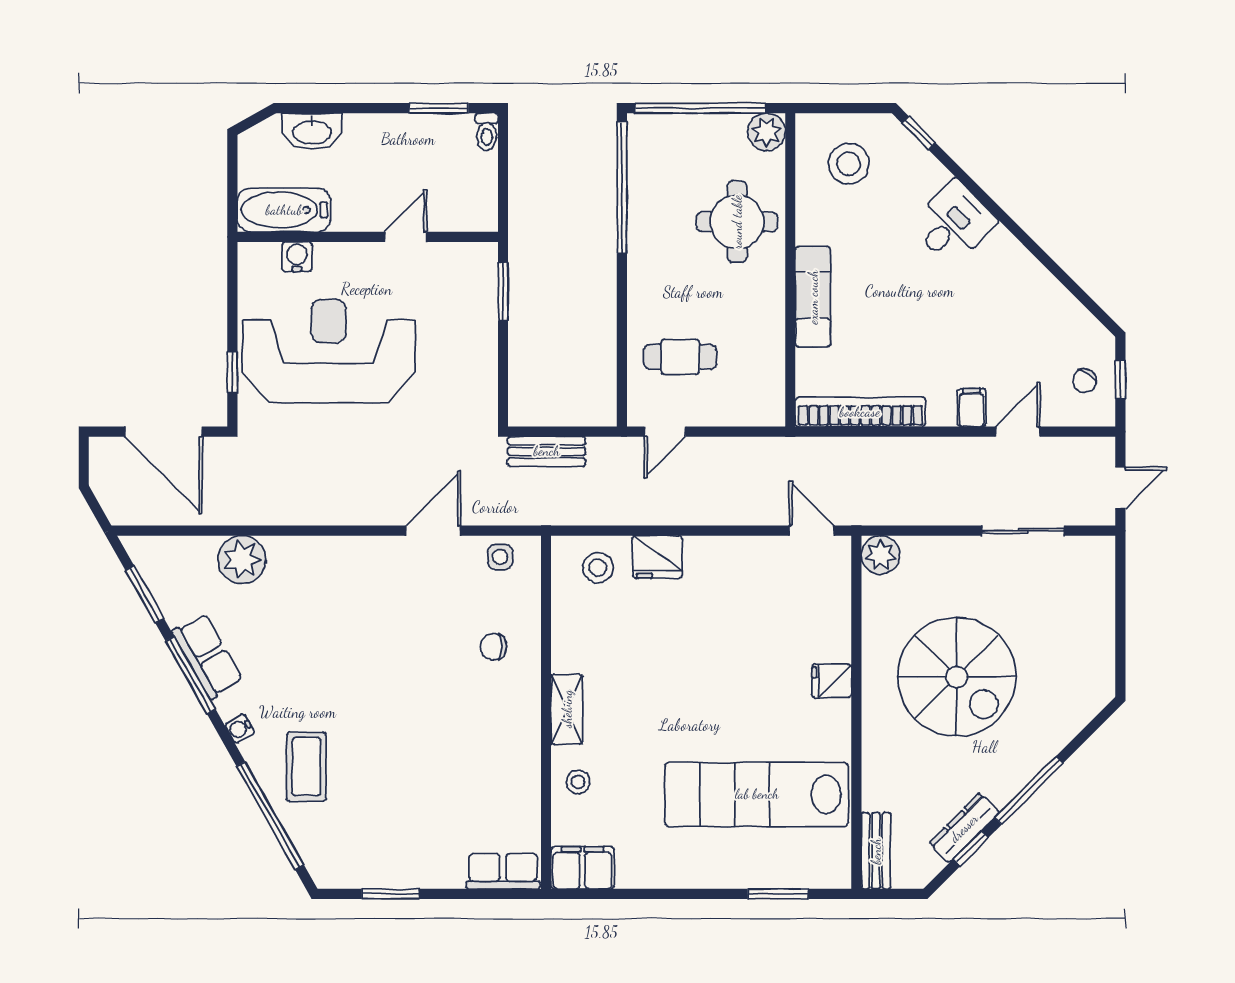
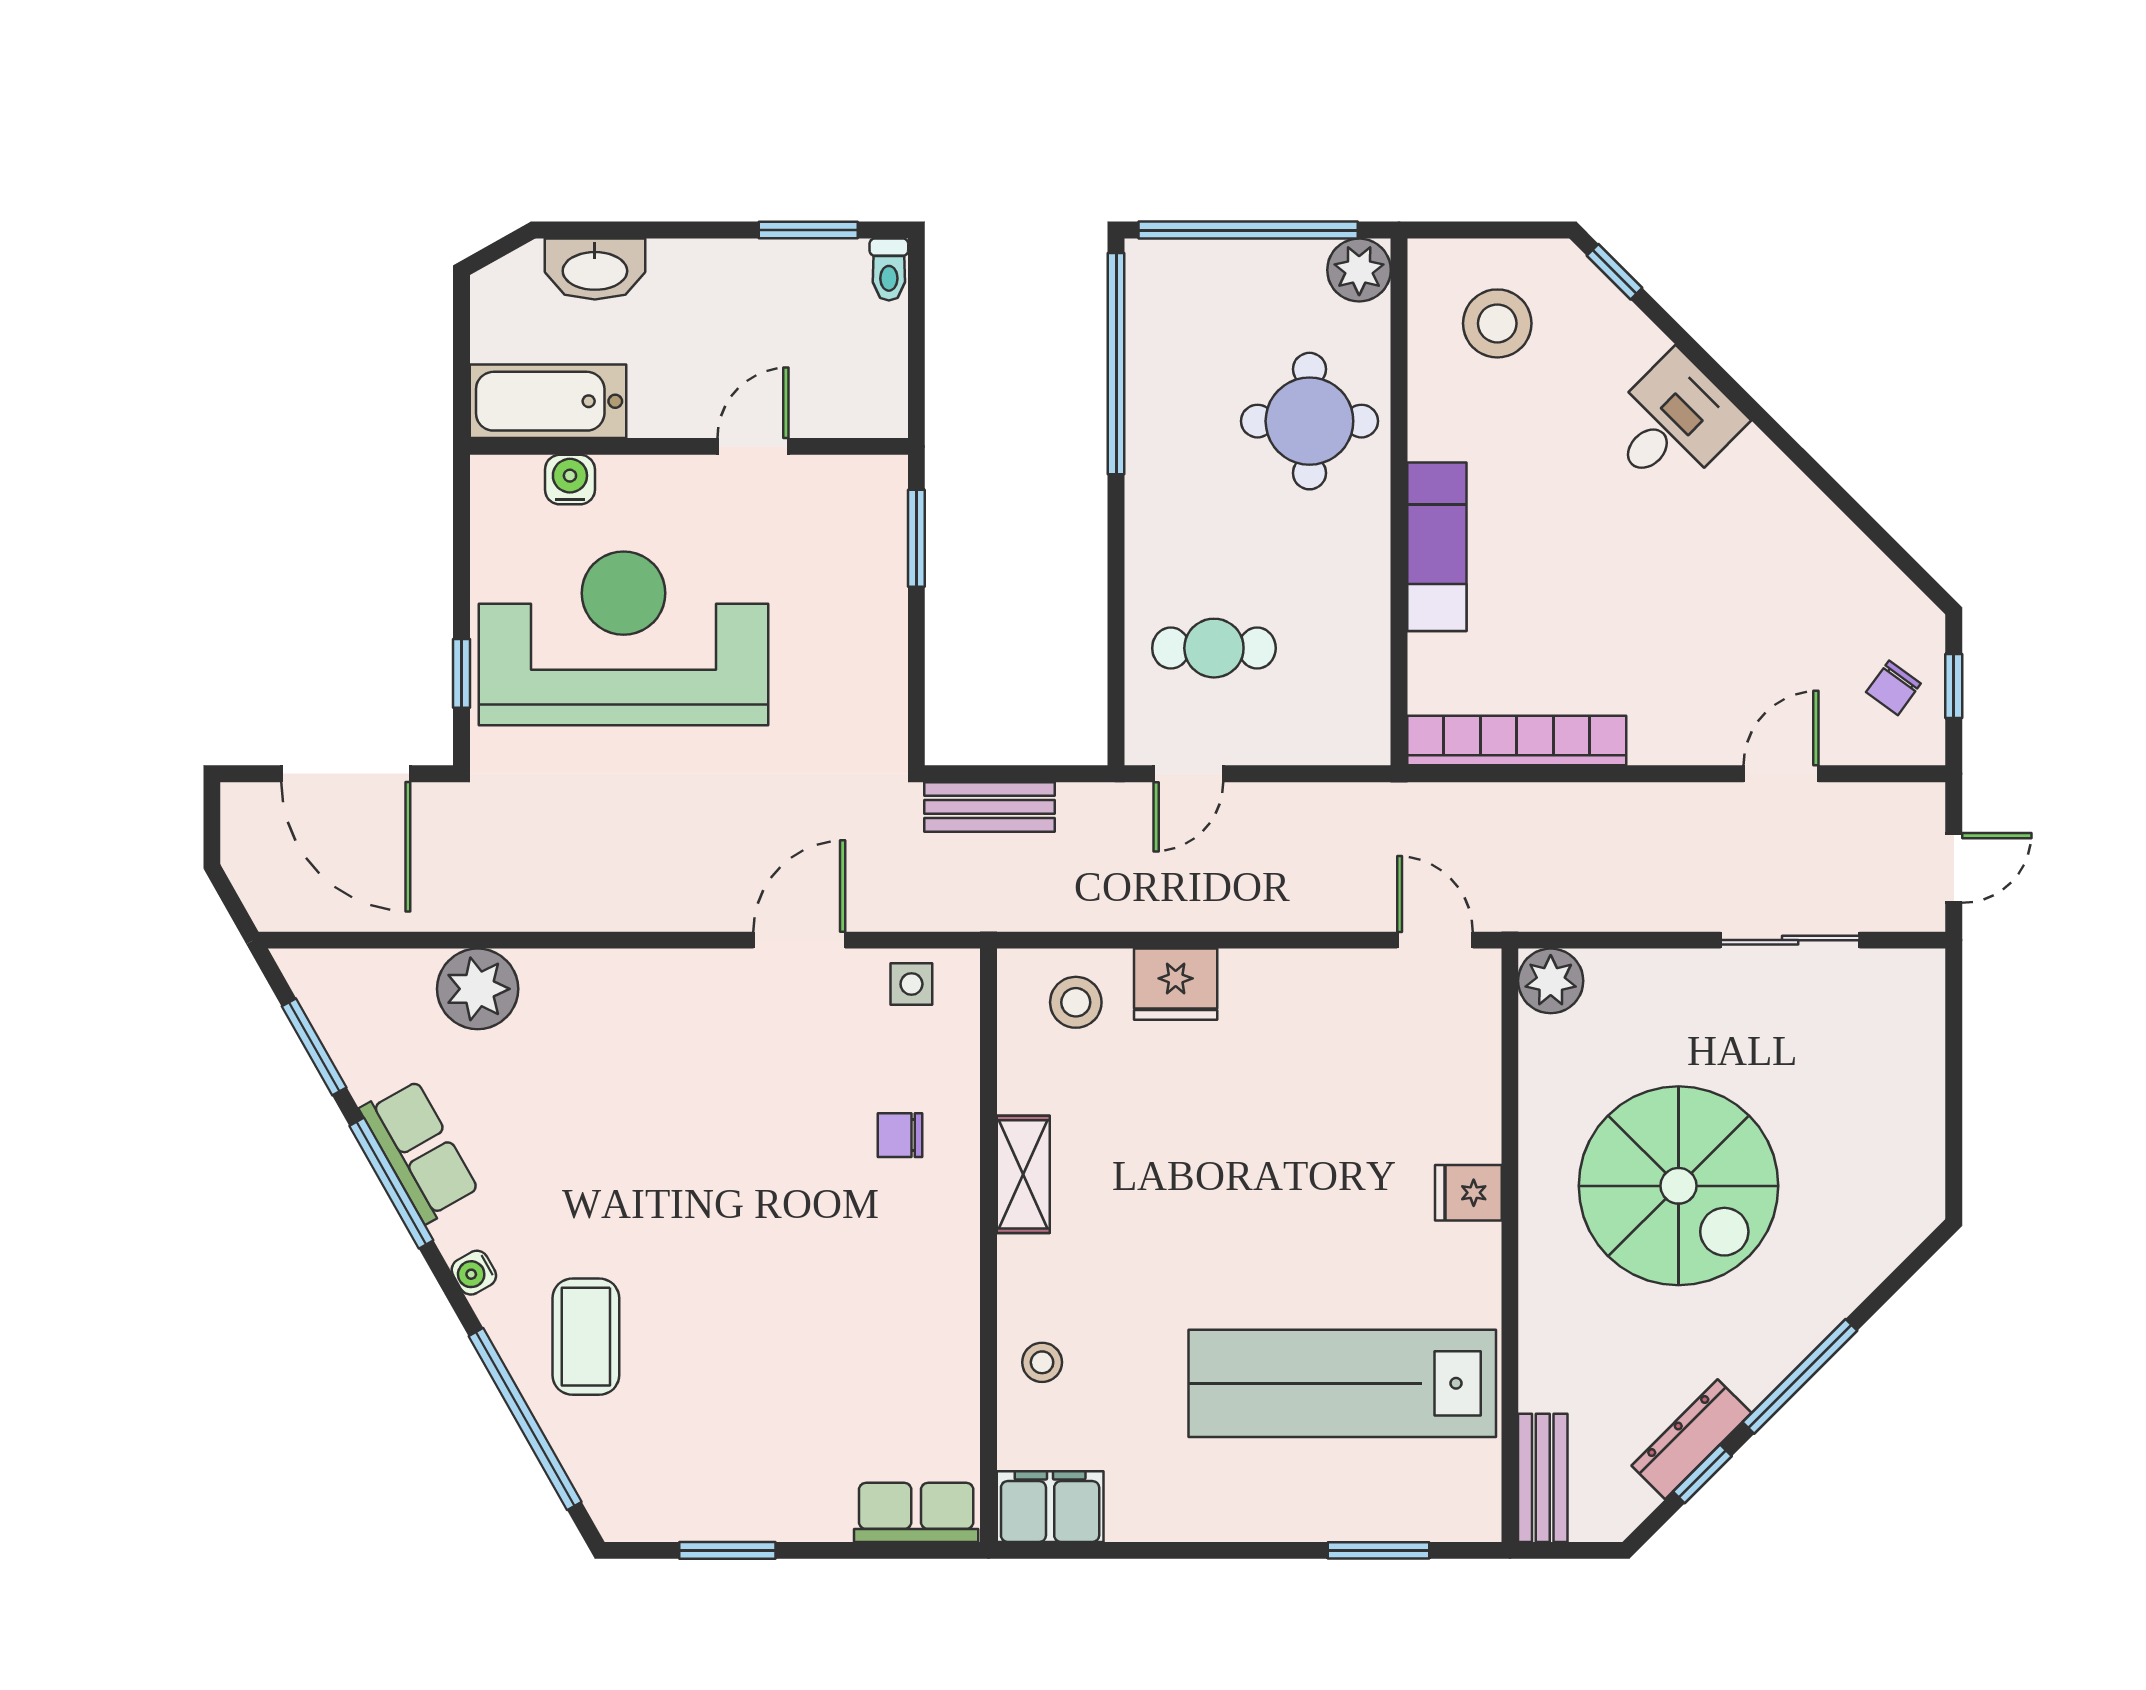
filing cabinet: (972, 408) -> (1704, 733), removed
shelving: (567, 709) -> (1023, 1174), moved

